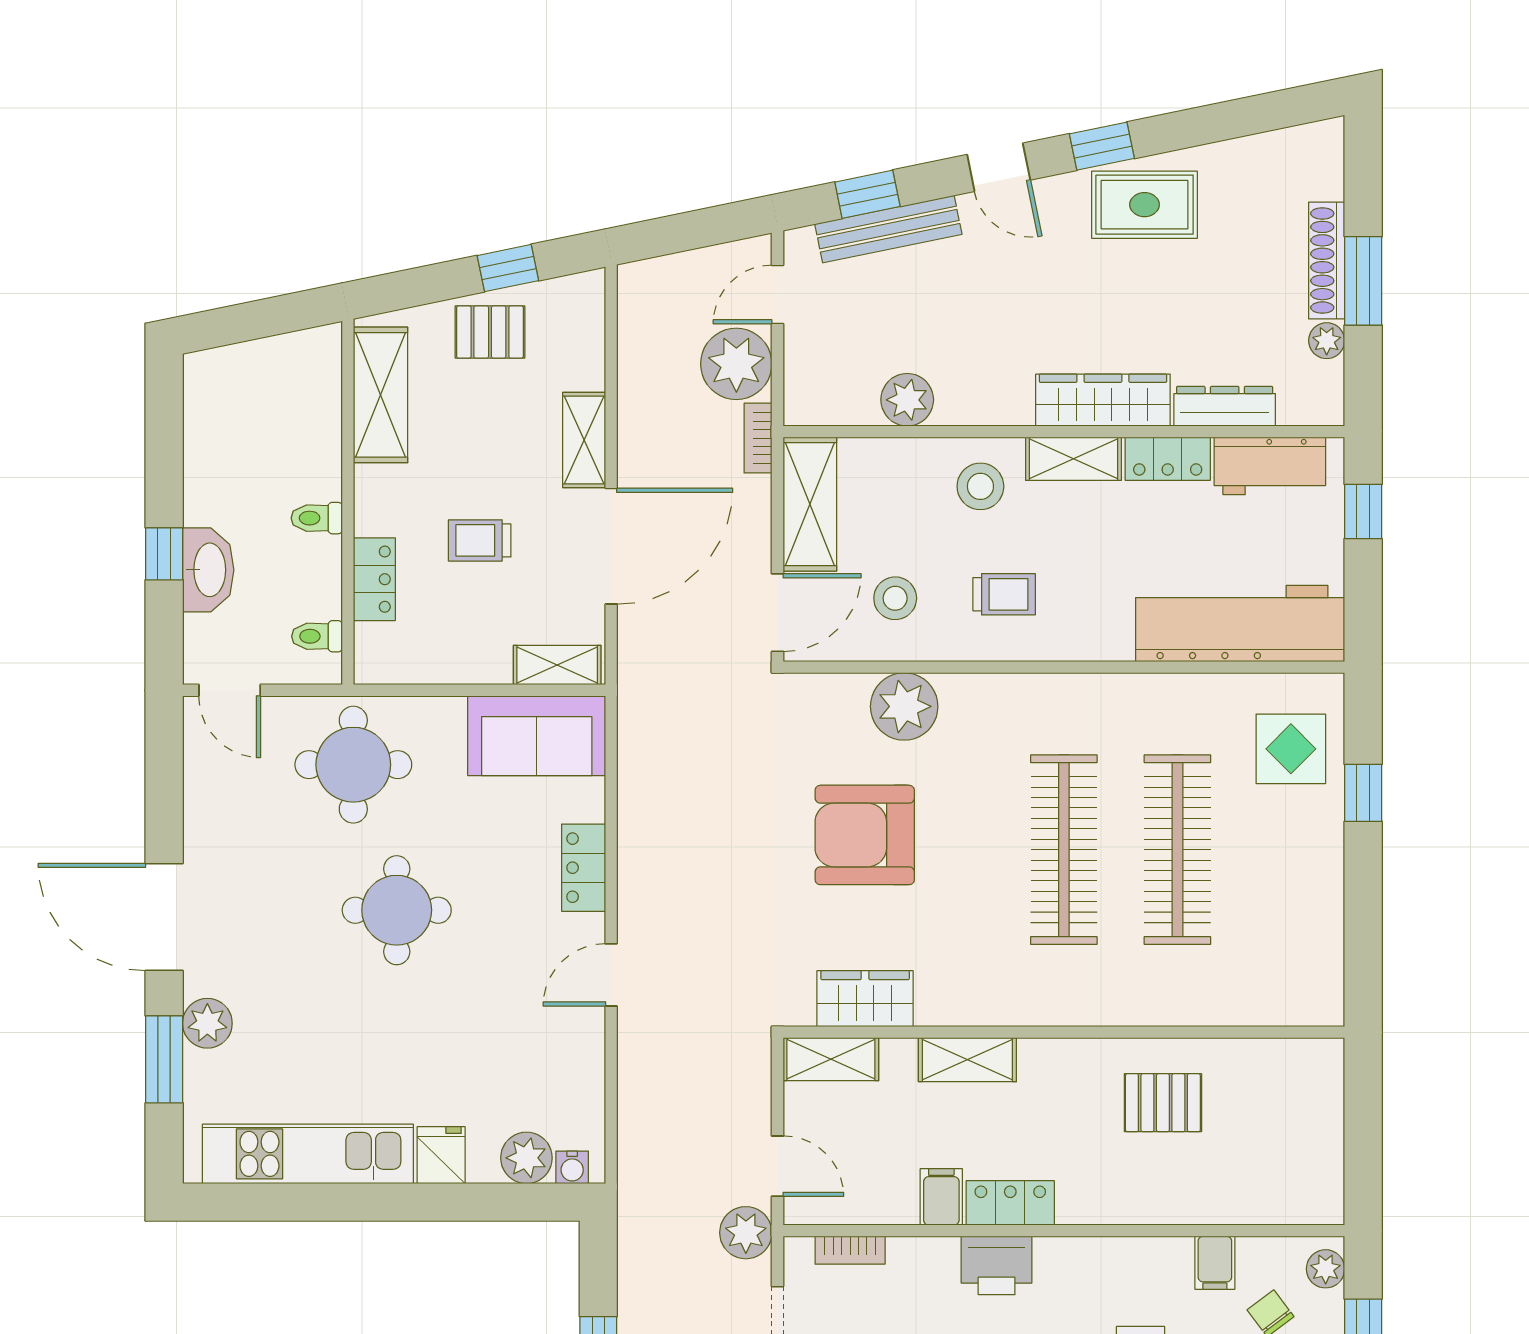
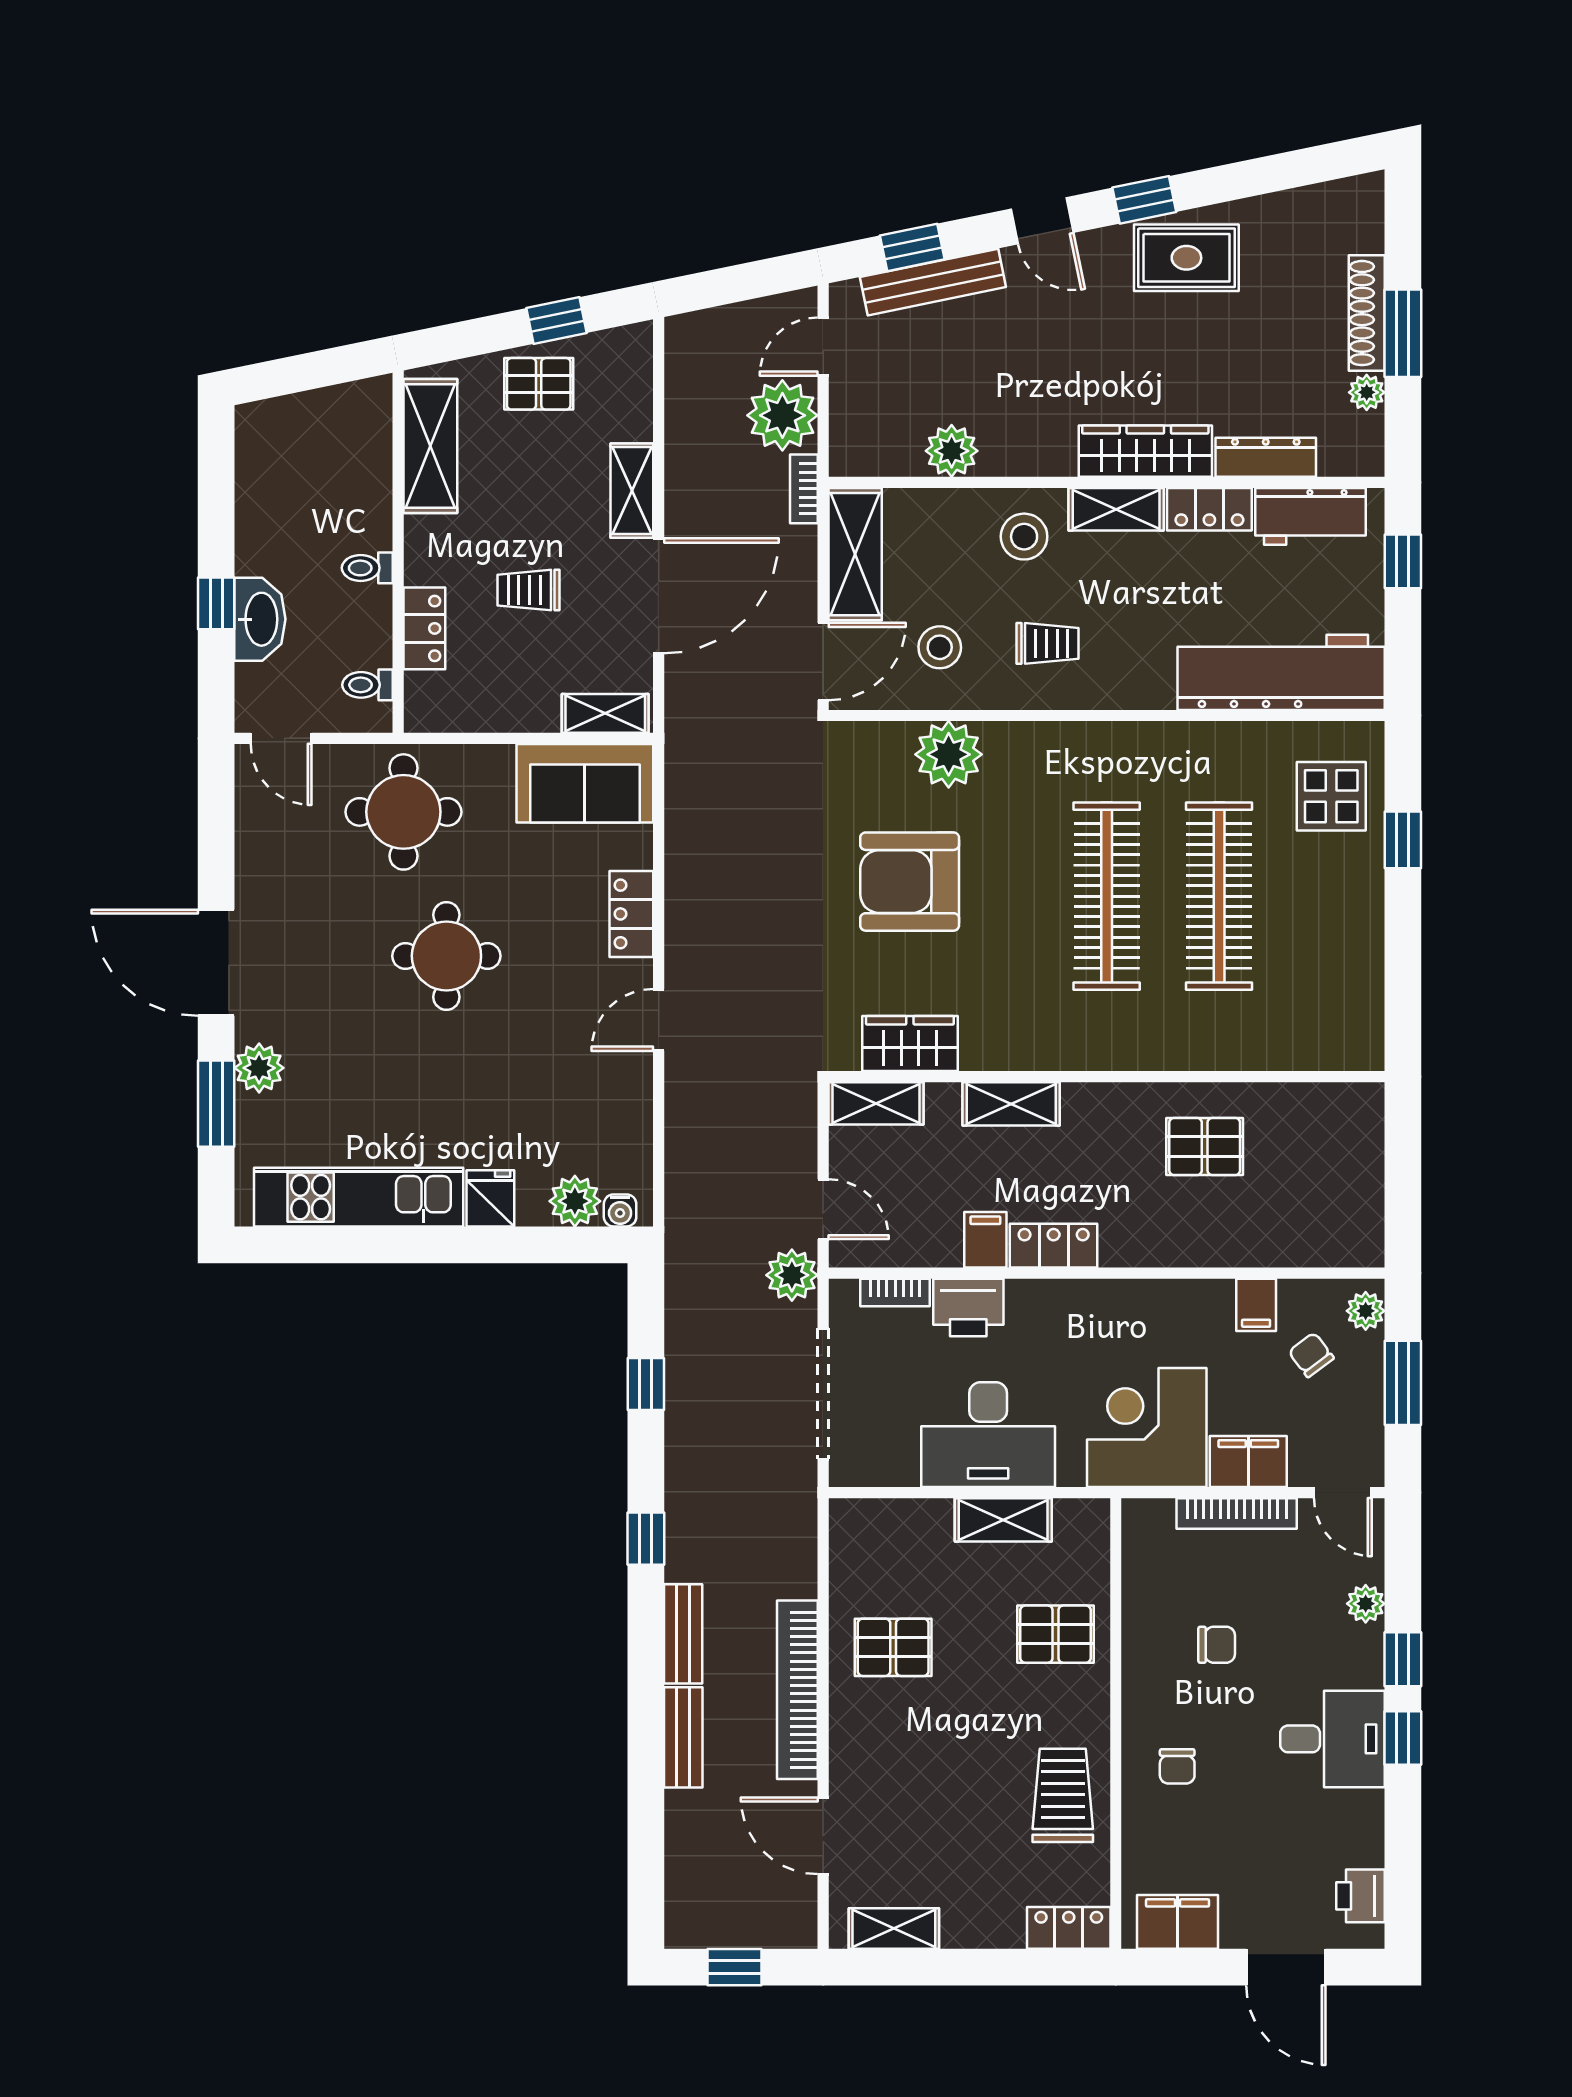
printer: (997, 1265) -> (968, 1308), moved

